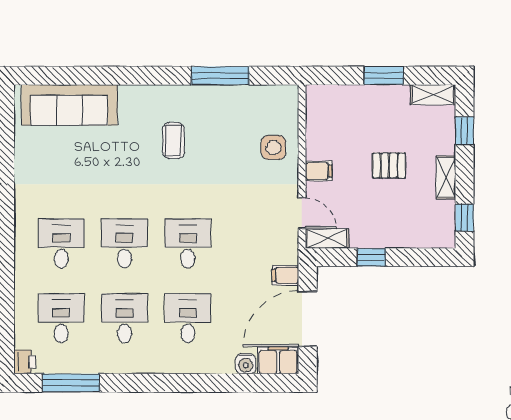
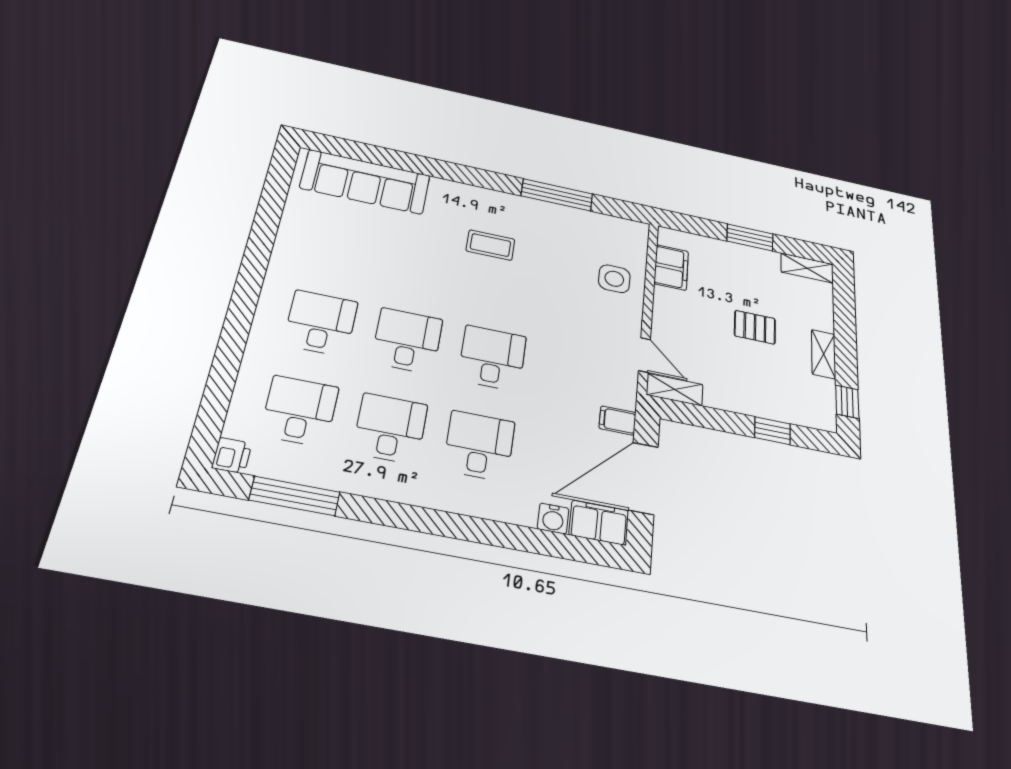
window: (465, 131) -> (844, 311), removed
coffee table: (174, 140) -> (490, 245), turned 90
filing cabinet: (319, 171) -> (671, 267), moved, width x2.00
window: (371, 257) -> (772, 431), moved

